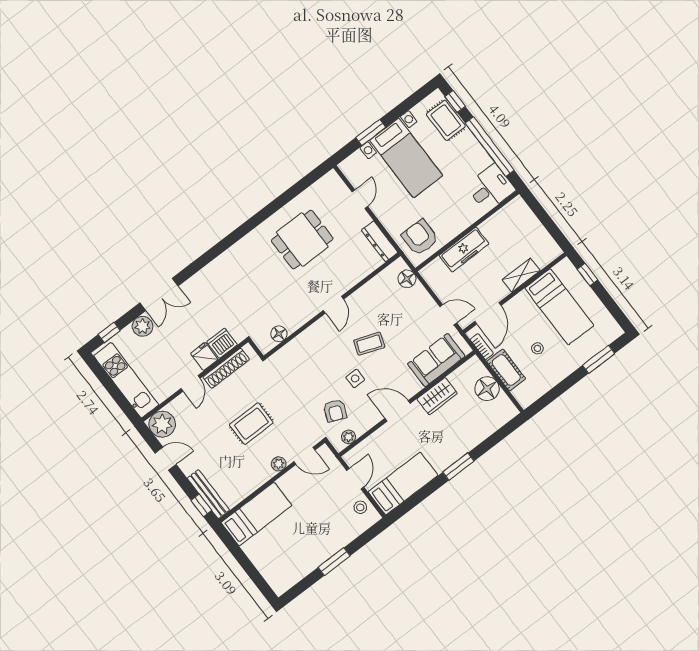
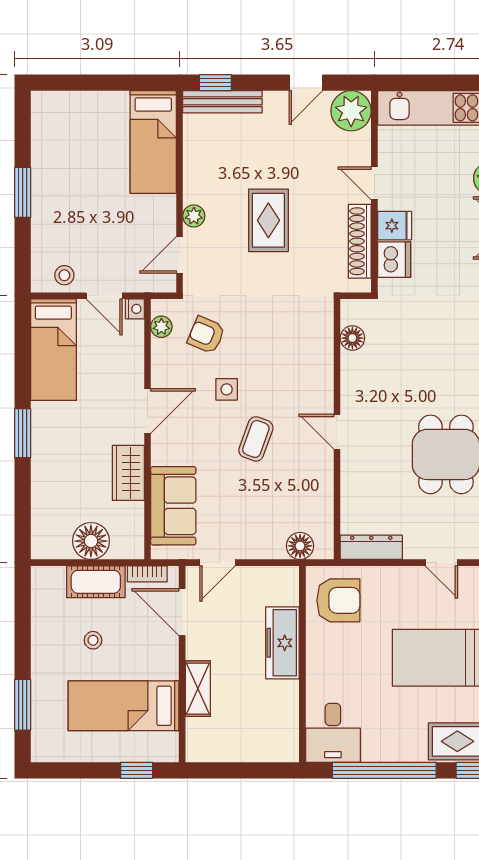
nightstand: (350, 458) -> (135, 309), added

